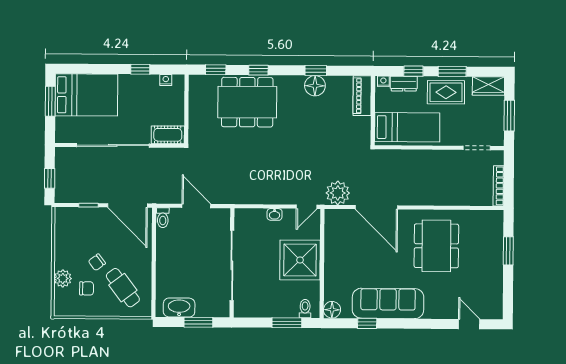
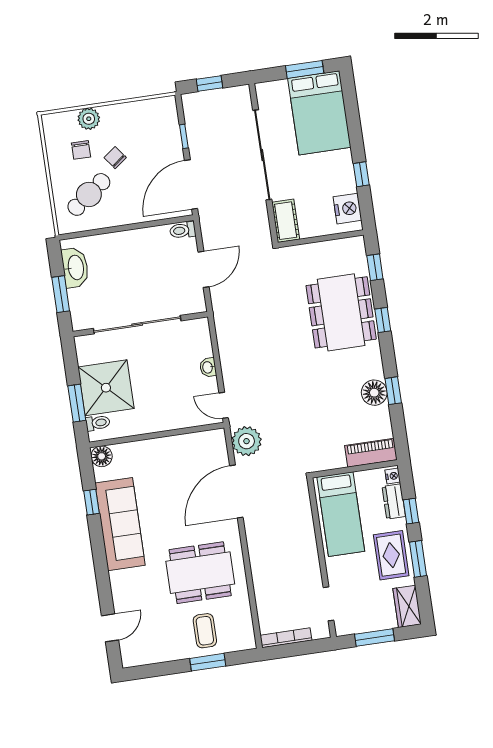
nightstand: (166, 80) -> (347, 209), width x1.89, depth x1.79
coffee table: (483, 249) -> (205, 631), added
shower: (300, 260) -> (106, 388), moved

